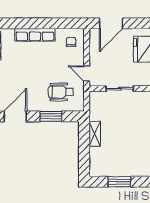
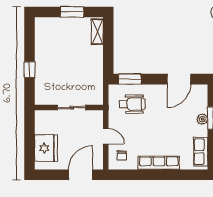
door: (87, 74) -> (106, 136), moved
window: (51, 116) -> (130, 79), moved
shelving: (95, 134) -> (97, 32), moved

